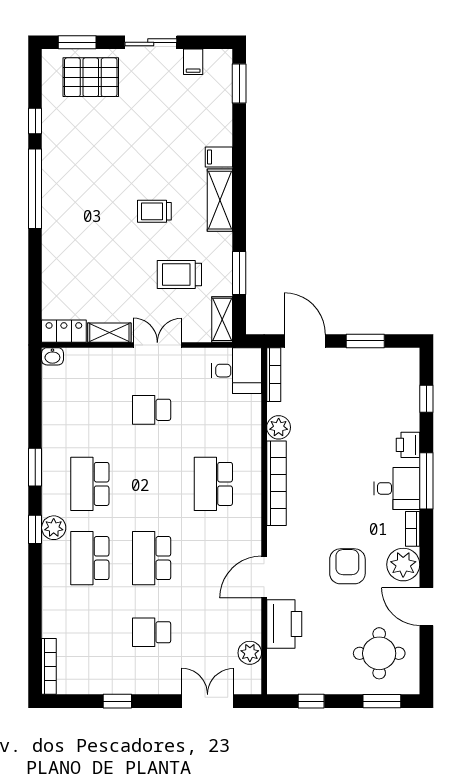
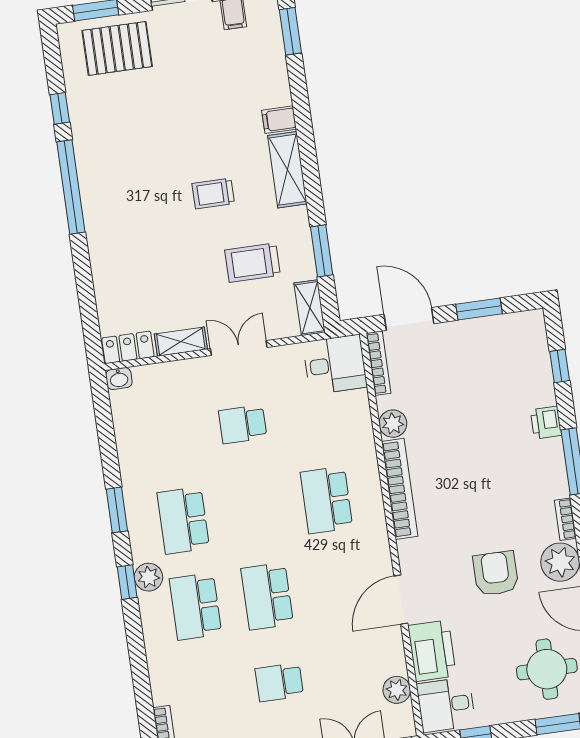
desk: (397, 488) -> (446, 705), moved, turned 180

